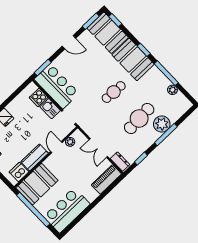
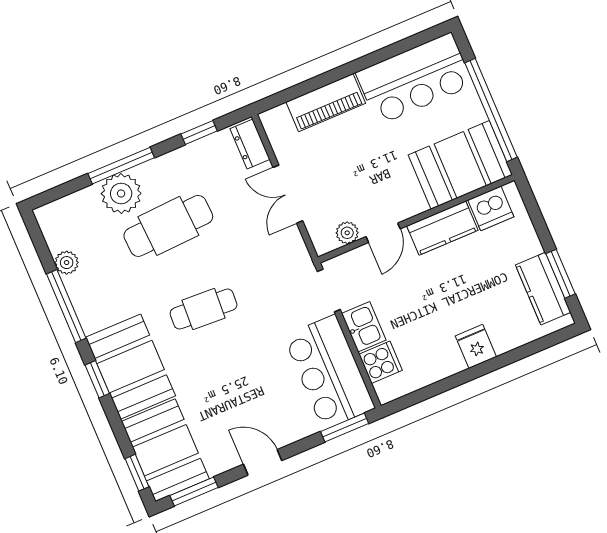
double door: (98, 148) -> (288, 194), swing flipped
piano: (106, 179) -> (326, 103), moved

